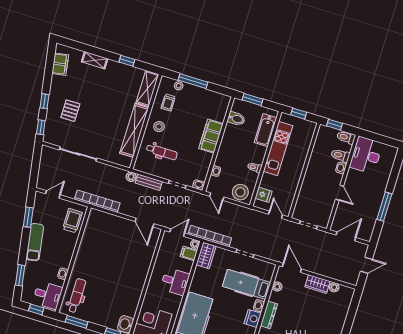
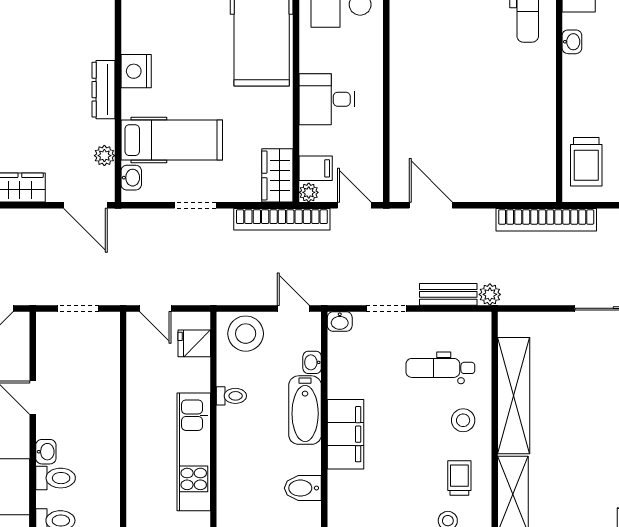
bathtub: (265, 130) -> (305, 410), moved, turned 180
door: (177, 233) -> (354, 205), swing flipped
washbasin: (259, 306) -> (131, 178), moved

